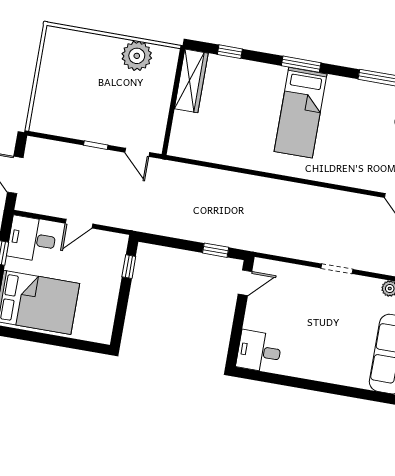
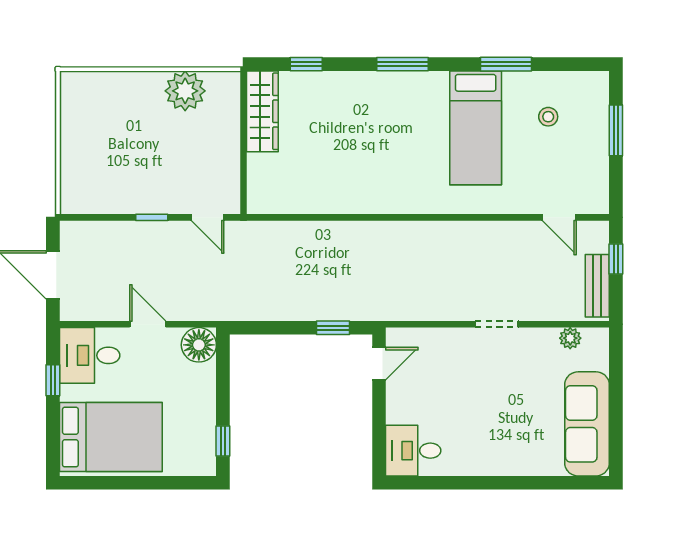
bed: (301, 113) -> (476, 128), moved
door: (79, 224) -> (148, 324), swing flipped
floor lamp: (114, 245) -> (199, 345), added
window: (129, 267) -> (223, 441), moved

